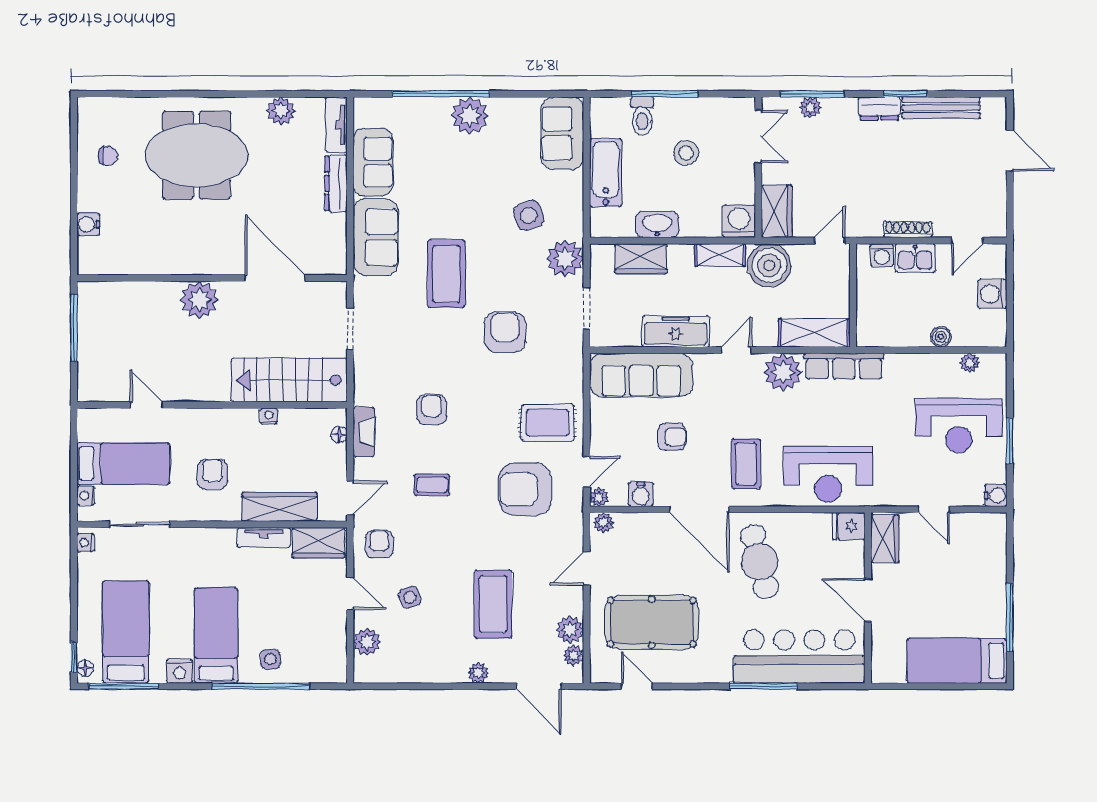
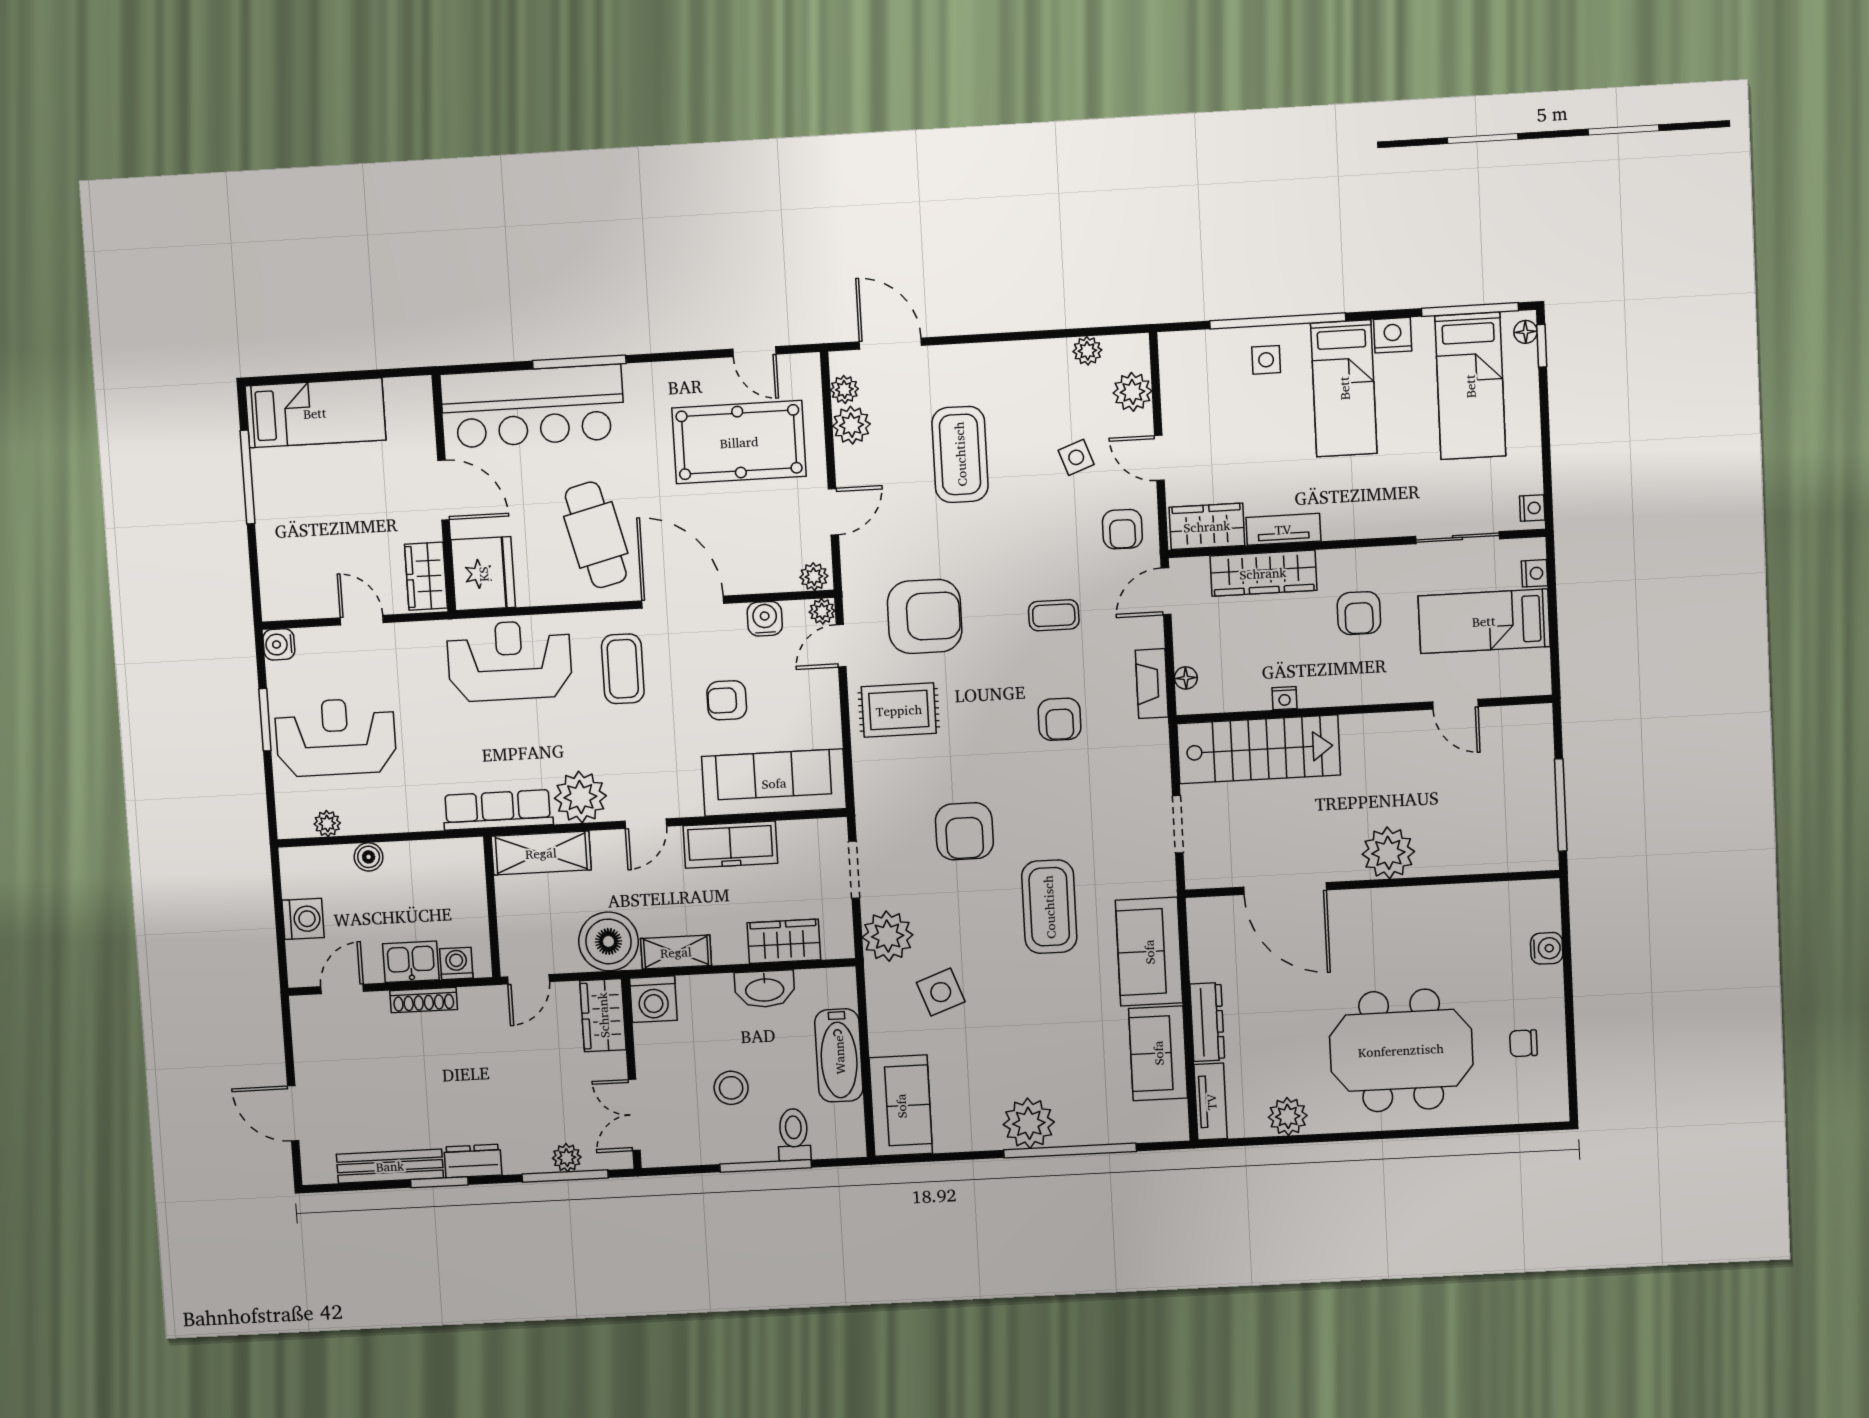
fridge: (849, 526) -> (483, 574), width x1.88, depth x1.34
plant: (478, 673) -> (1087, 351), moved

